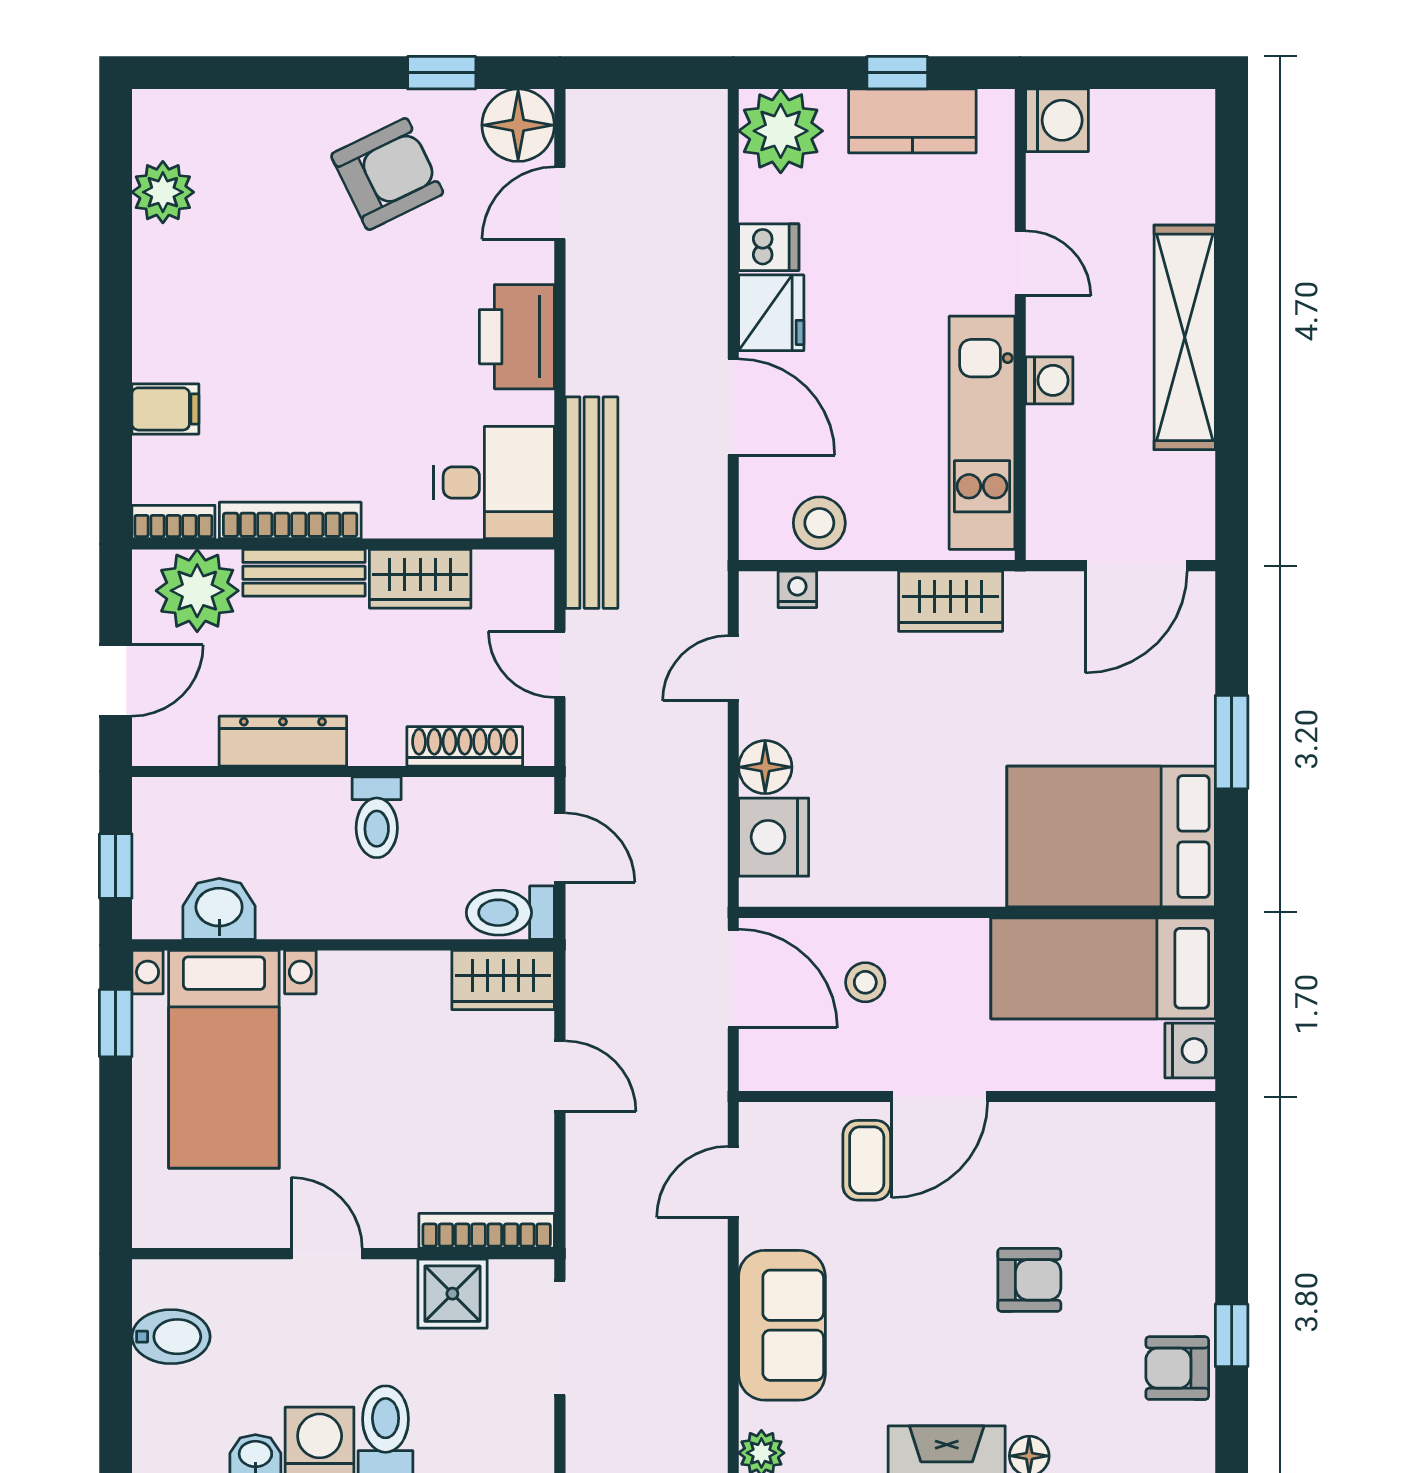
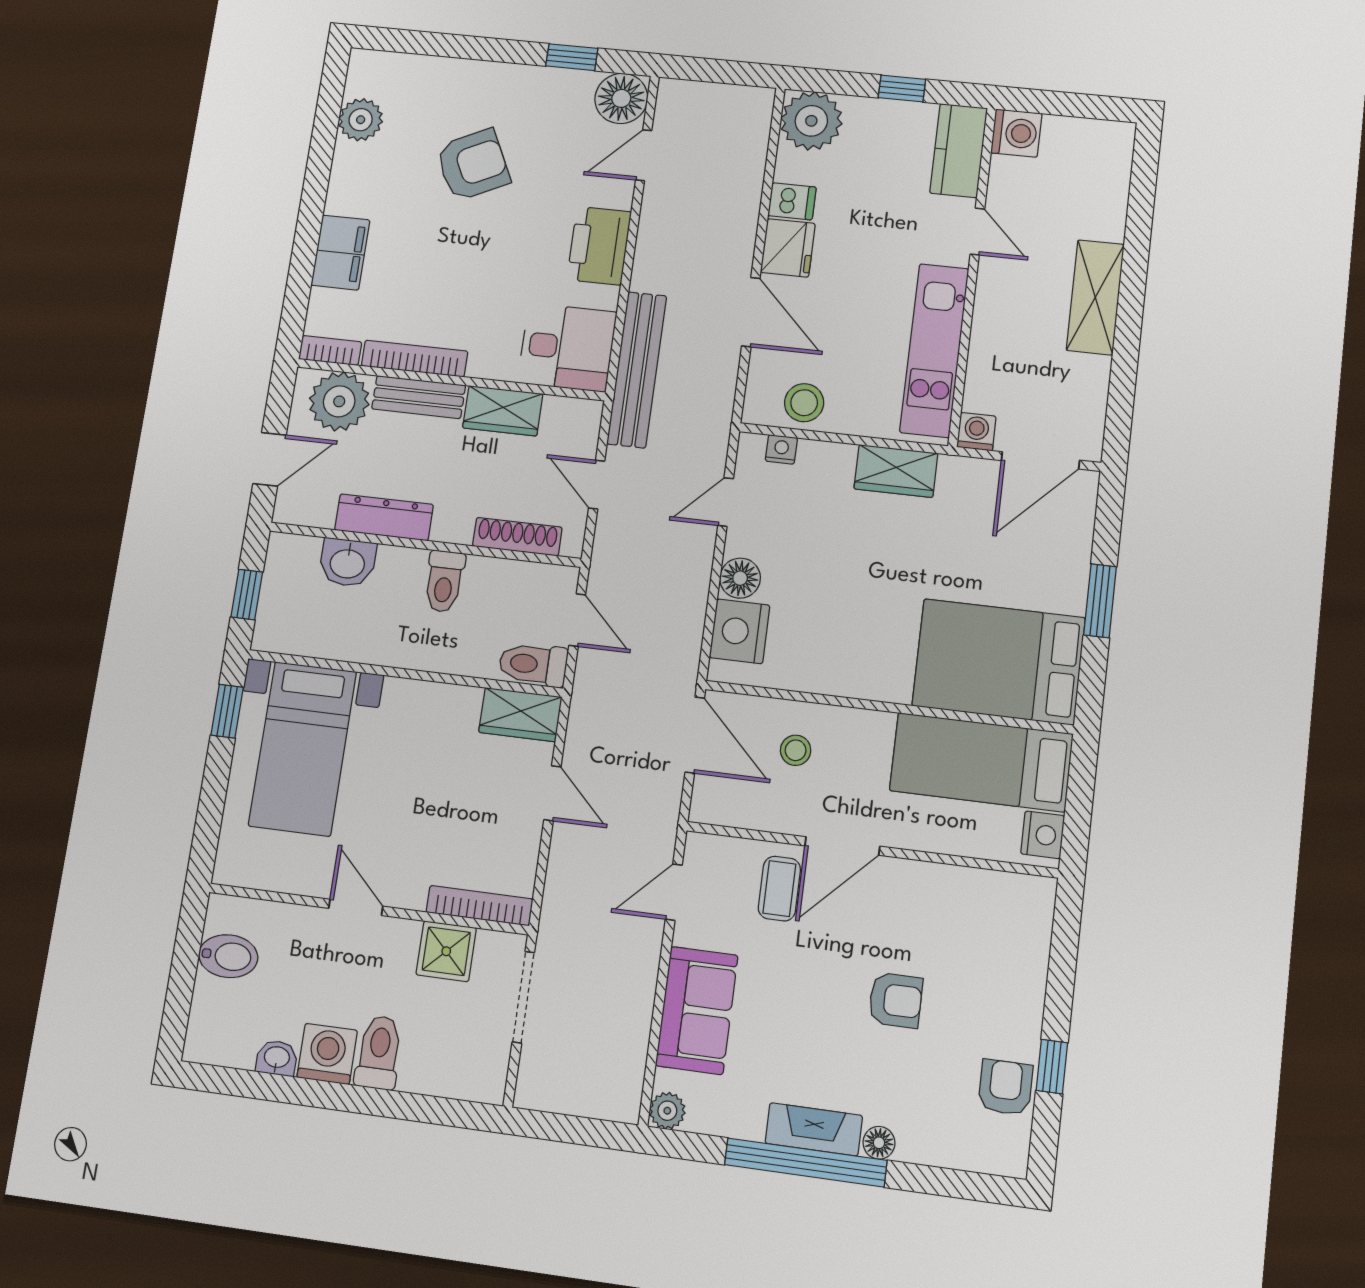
kitchen counter: (912, 121) -> (959, 151), moved, turned 90
armchair: (387, 174) -> (473, 165), moved
shelving: (1185, 337) -> (1095, 297), width x0.68
washing machine: (1049, 380) -> (976, 432), moved, turned -90
filing cabinet: (165, 409) -> (340, 253), width x2.00
washbasin: (219, 909) -> (348, 563), moved, turned 180
armchair: (1177, 1368) -> (1005, 1087), turned 90

